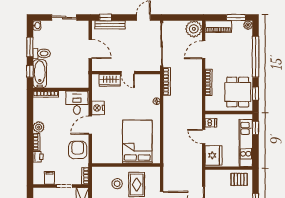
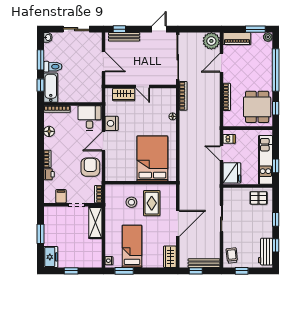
floor lamp: (38, 116) -> (49, 131), added
plant: (39, 127) -> (50, 143), removed
window: (256, 128) -> (276, 166), moved

